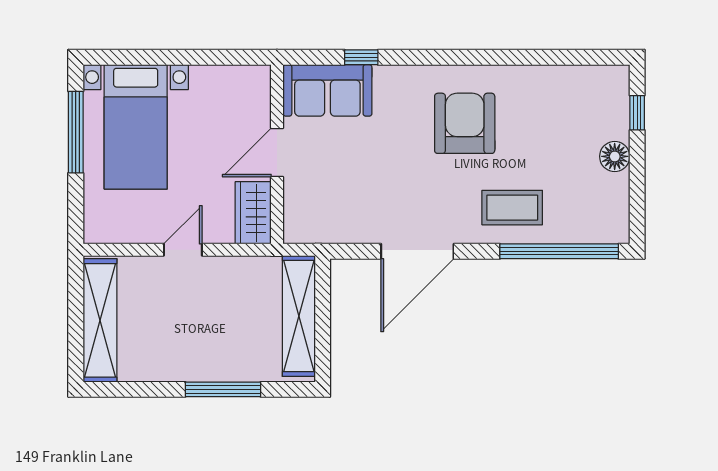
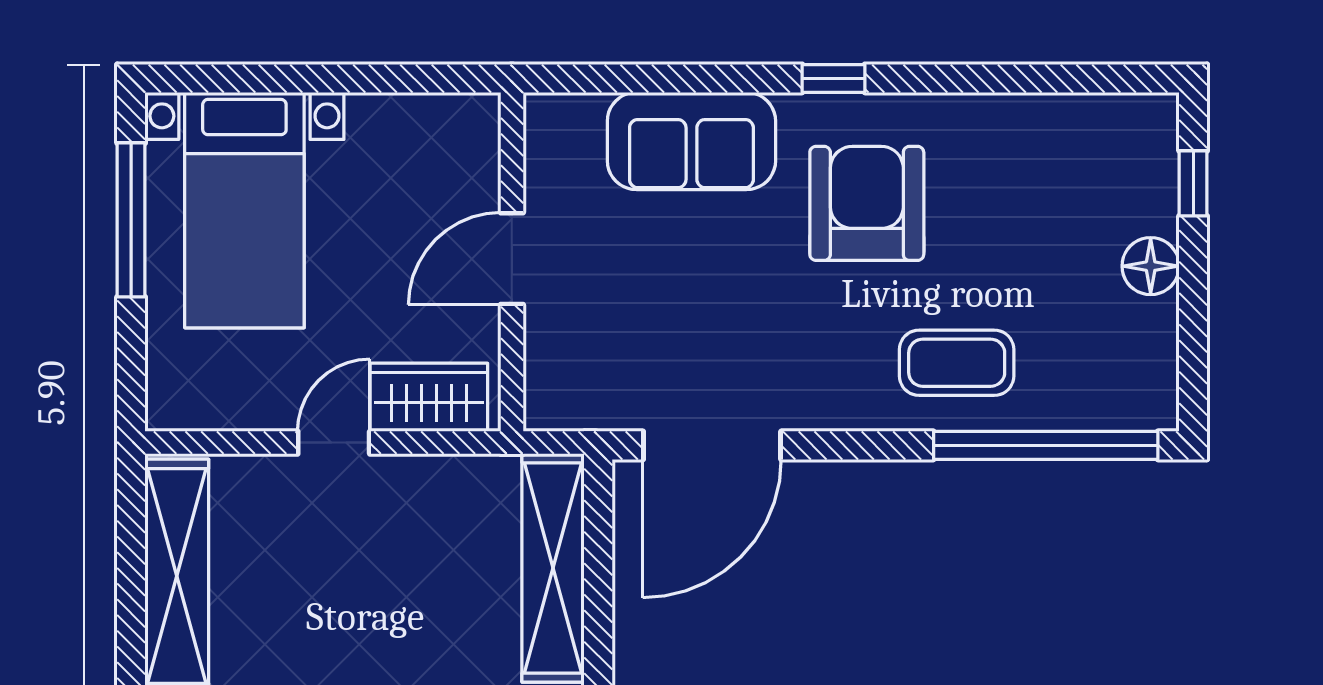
window: (361, 57) -> (833, 78), moved
sofa: (327, 90) -> (691, 141), moved
wardrobe: (253, 213) -> (429, 397), moved, turned 90
door: (417, 251) -> (712, 445), moved

